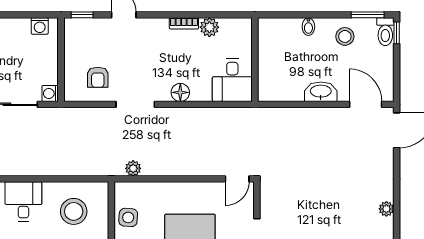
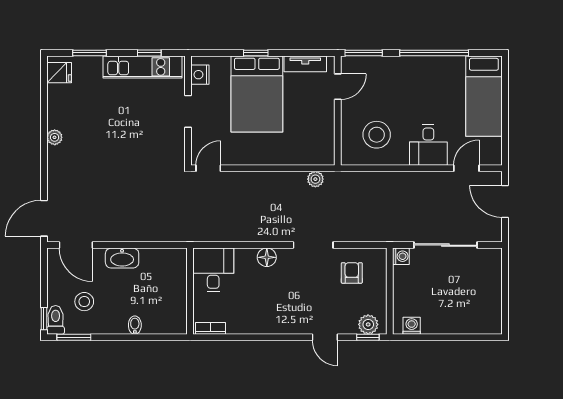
bookcase: (184, 23) -> (211, 328), moved
plant: (209, 27) -> (368, 324), moved
stool: (345, 36) -> (84, 302), moved
side table: (128, 217) -> (320, 128), removed

